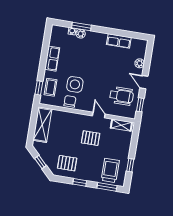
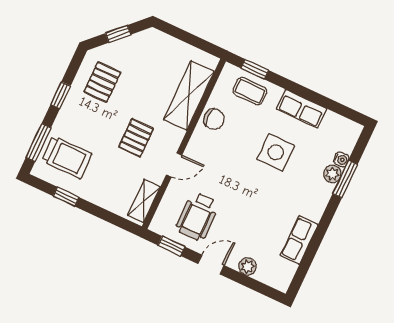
side table: (75, 84) -> (276, 152), moved
shelving: (42, 125) -> (189, 96), moved, turned 90

